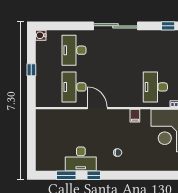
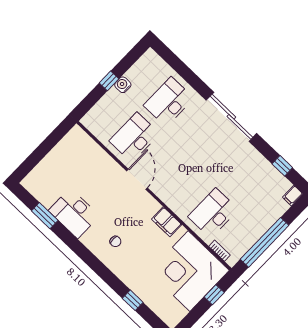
water cooler: (41, 35) -> (123, 85), moved
filing cabinet: (135, 116) -> (167, 222), width x2.00
window: (94, 175) -> (133, 300), moved

